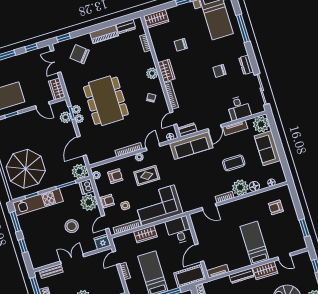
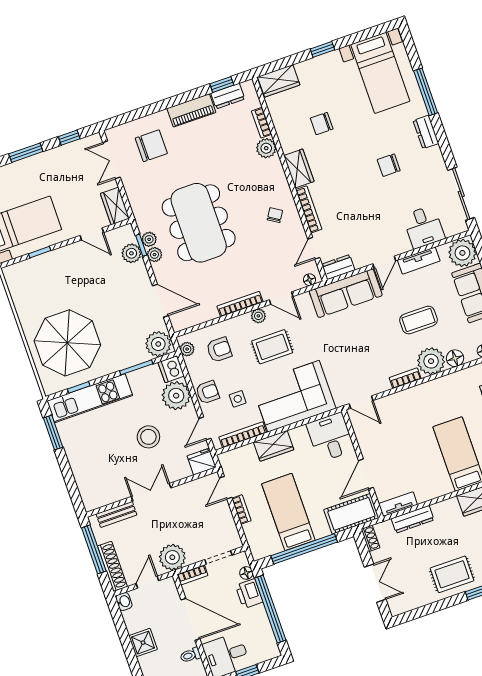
window: (64, 38) -> (222, 84), moved
chair: (80, 54) -> (151, 146), turned 140
dresser: (246, 65) -> (426, 132), moved
plant: (152, 73) -> (266, 148), moved
door: (82, 146) -> (160, 301), swing flipped
door: (153, 147) -> (281, 298), swing flipped
door: (209, 207) -> (361, 402), moved
window: (23, 246) -> (67, 473), removed
dresser: (242, 276) -> (413, 519), moved

